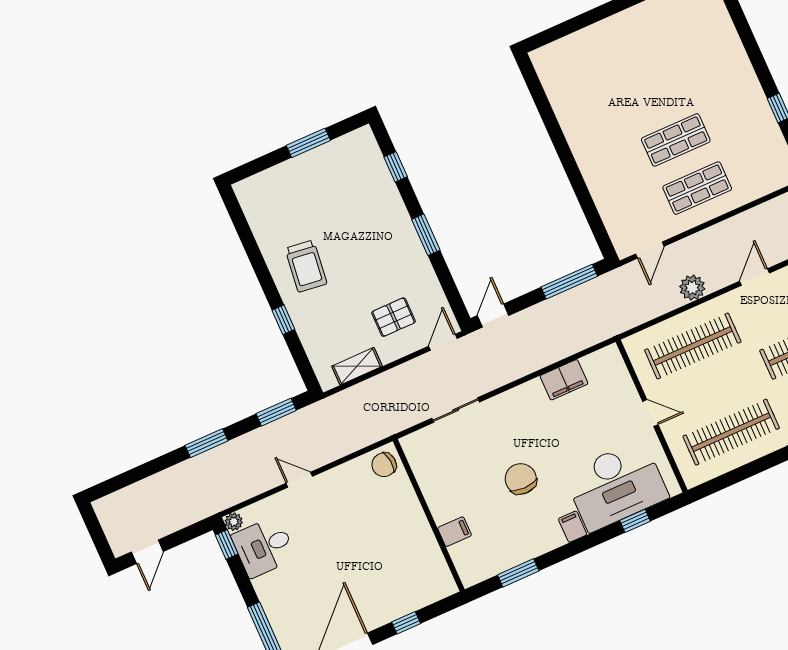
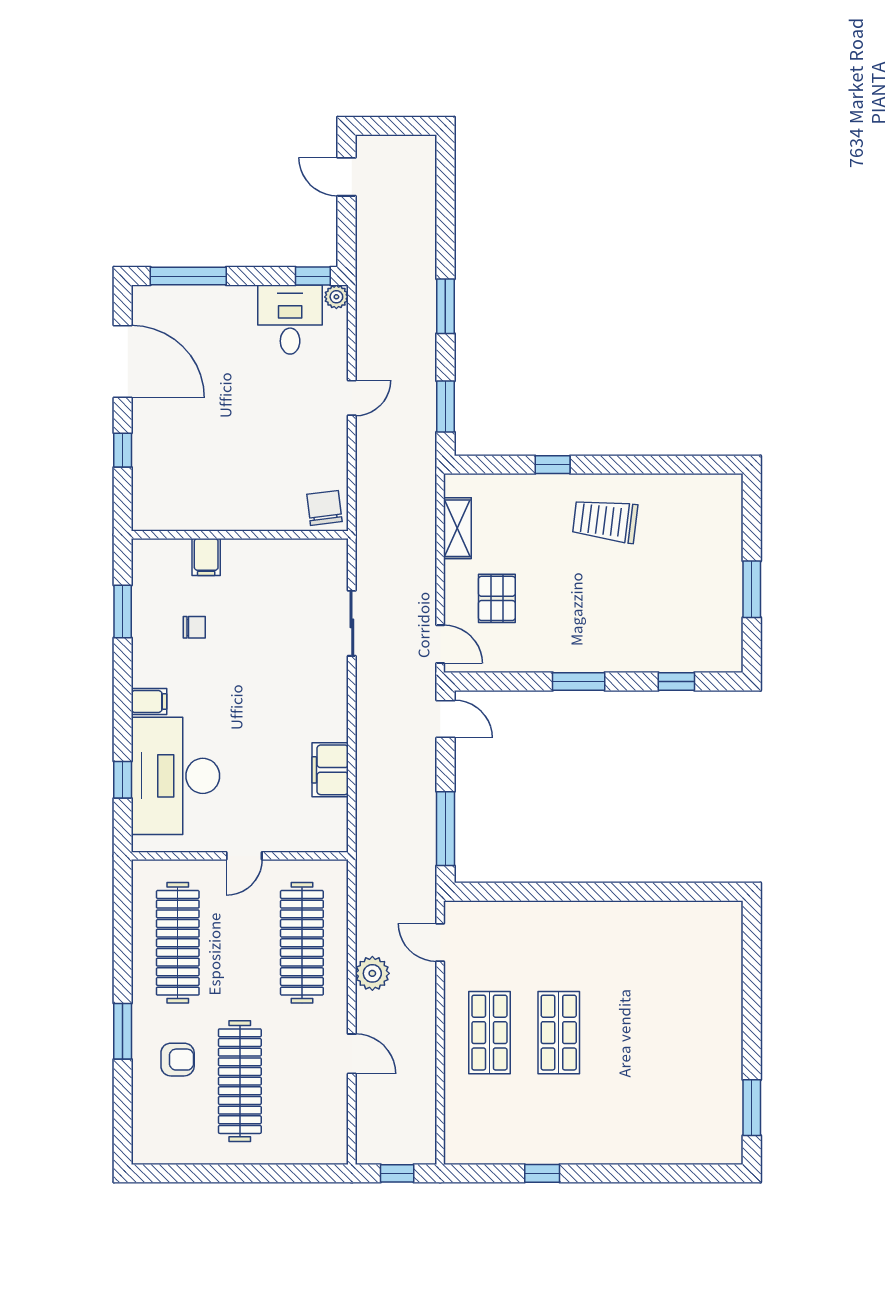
chair: (521, 479) -> (194, 627), moved, width x0.54, depth x0.54

